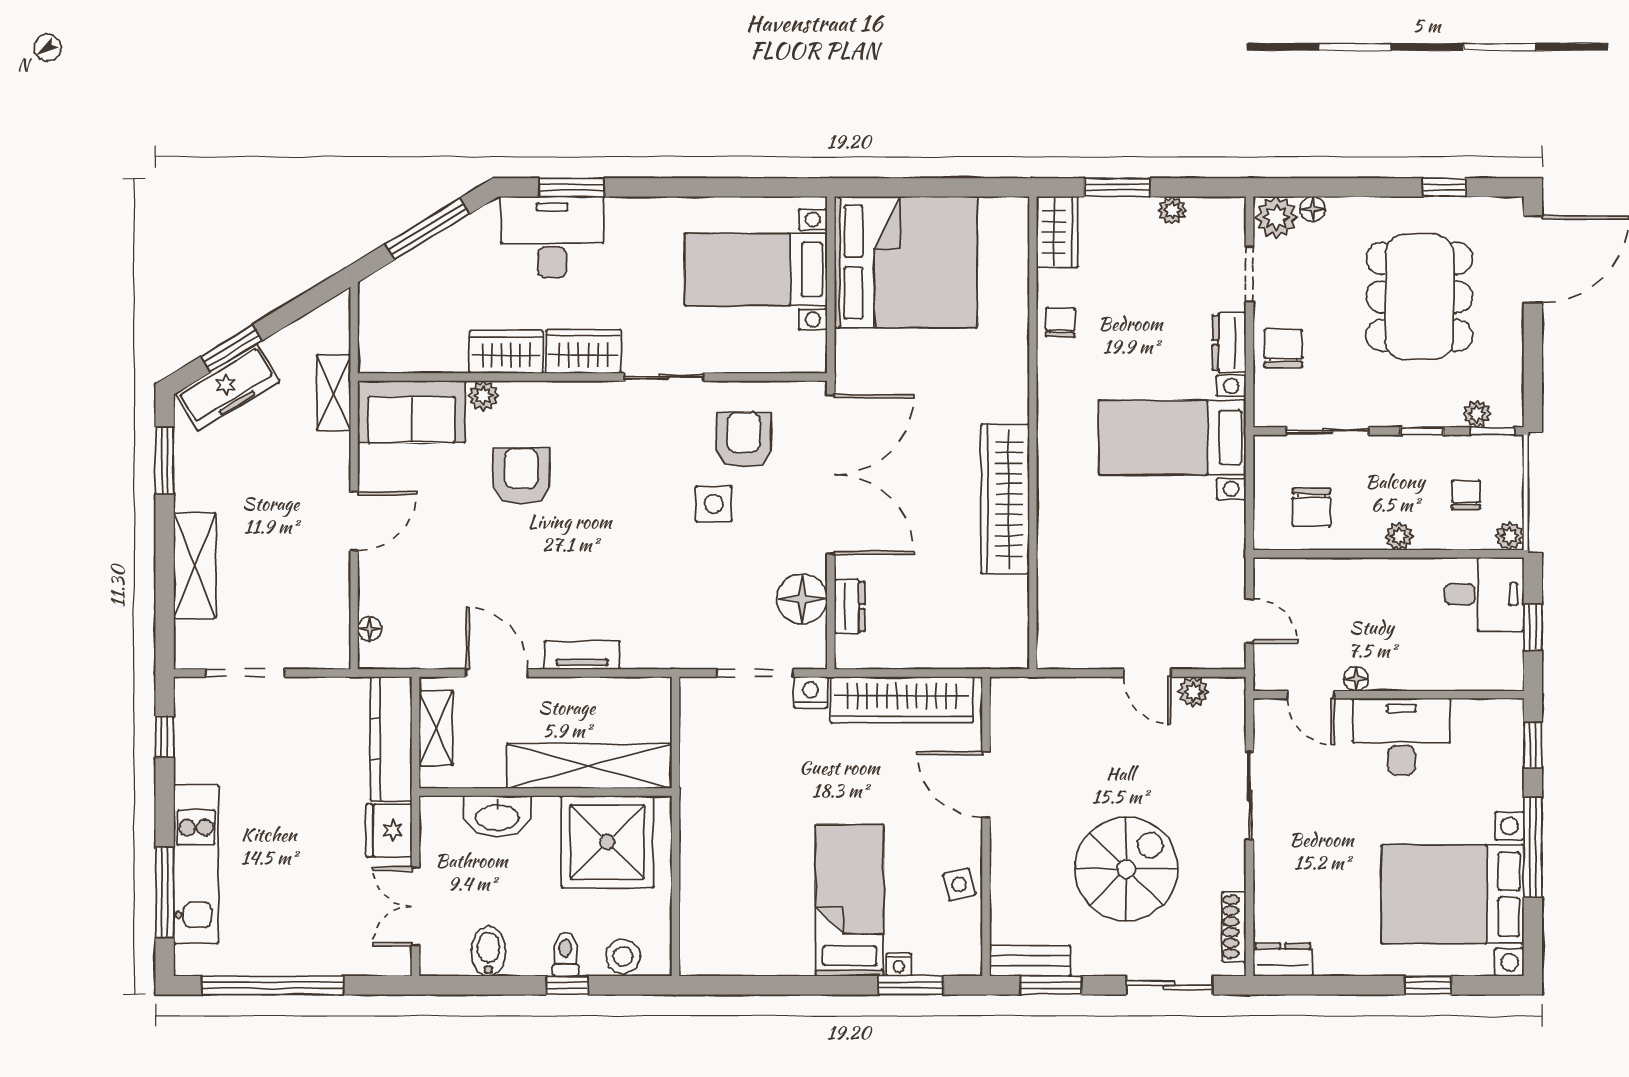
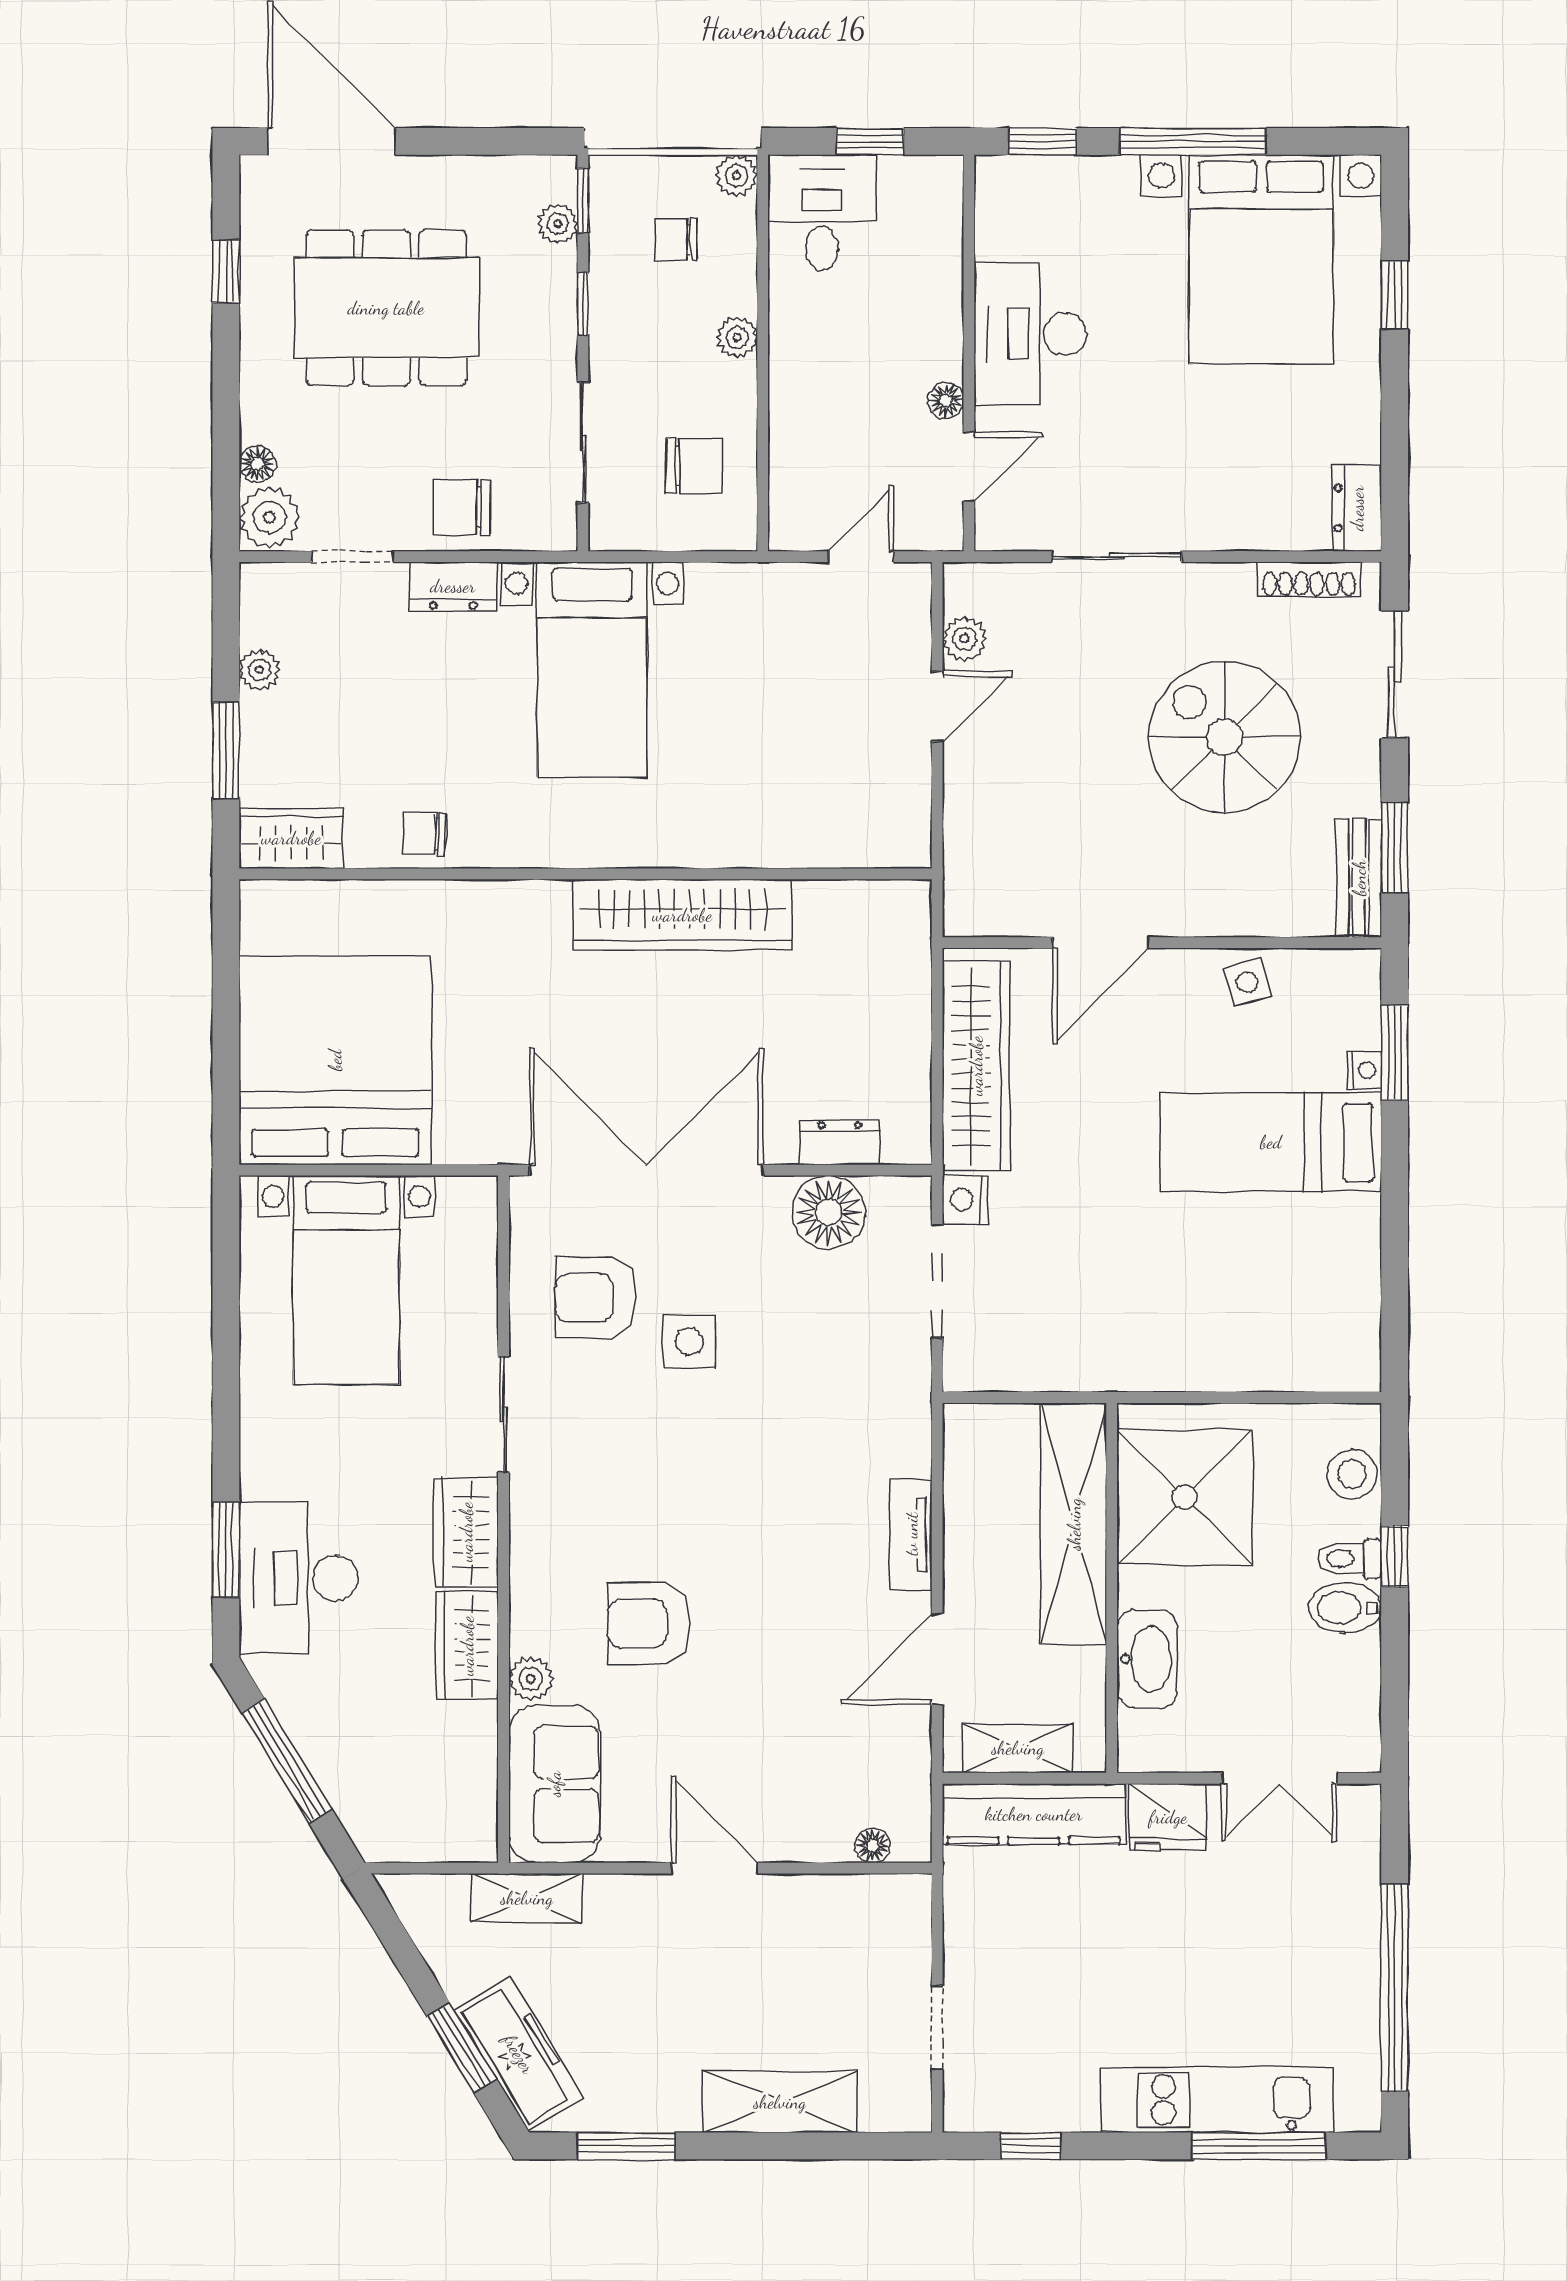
doorway: (245, 673) -> (937, 2028), width x0.73
bidet: (488, 951) -> (1345, 1608), moved

